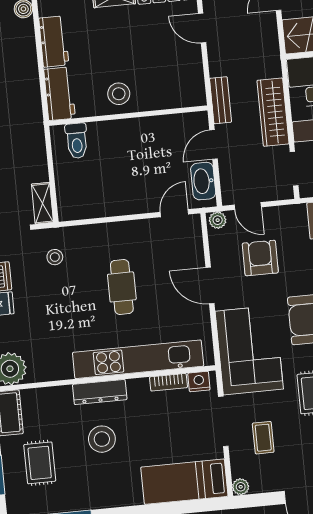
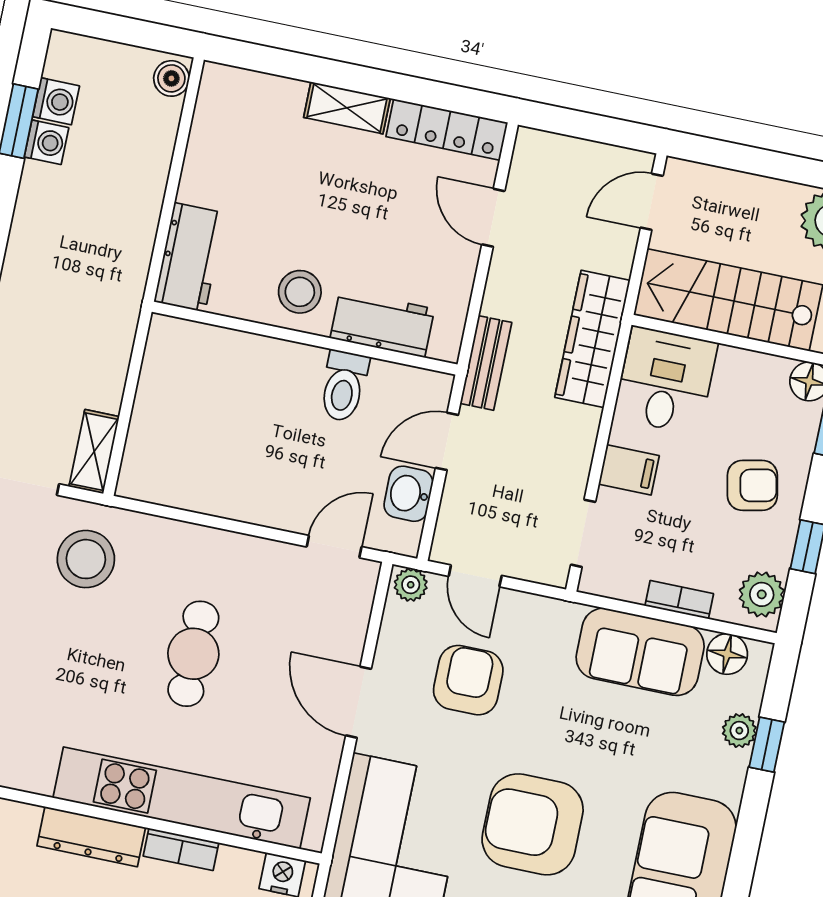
workbench: (54, 41) -> (382, 324), moved, turned -90
wardrobe: (273, 112) -> (592, 339), moved
toilet: (77, 141) -> (344, 386), moved
washbasin: (203, 181) -> (408, 494), width x0.72
stool: (55, 257) -> (86, 559), width x1.89, depth x1.89
bookcase: (168, 382) -> (181, 849), moved

